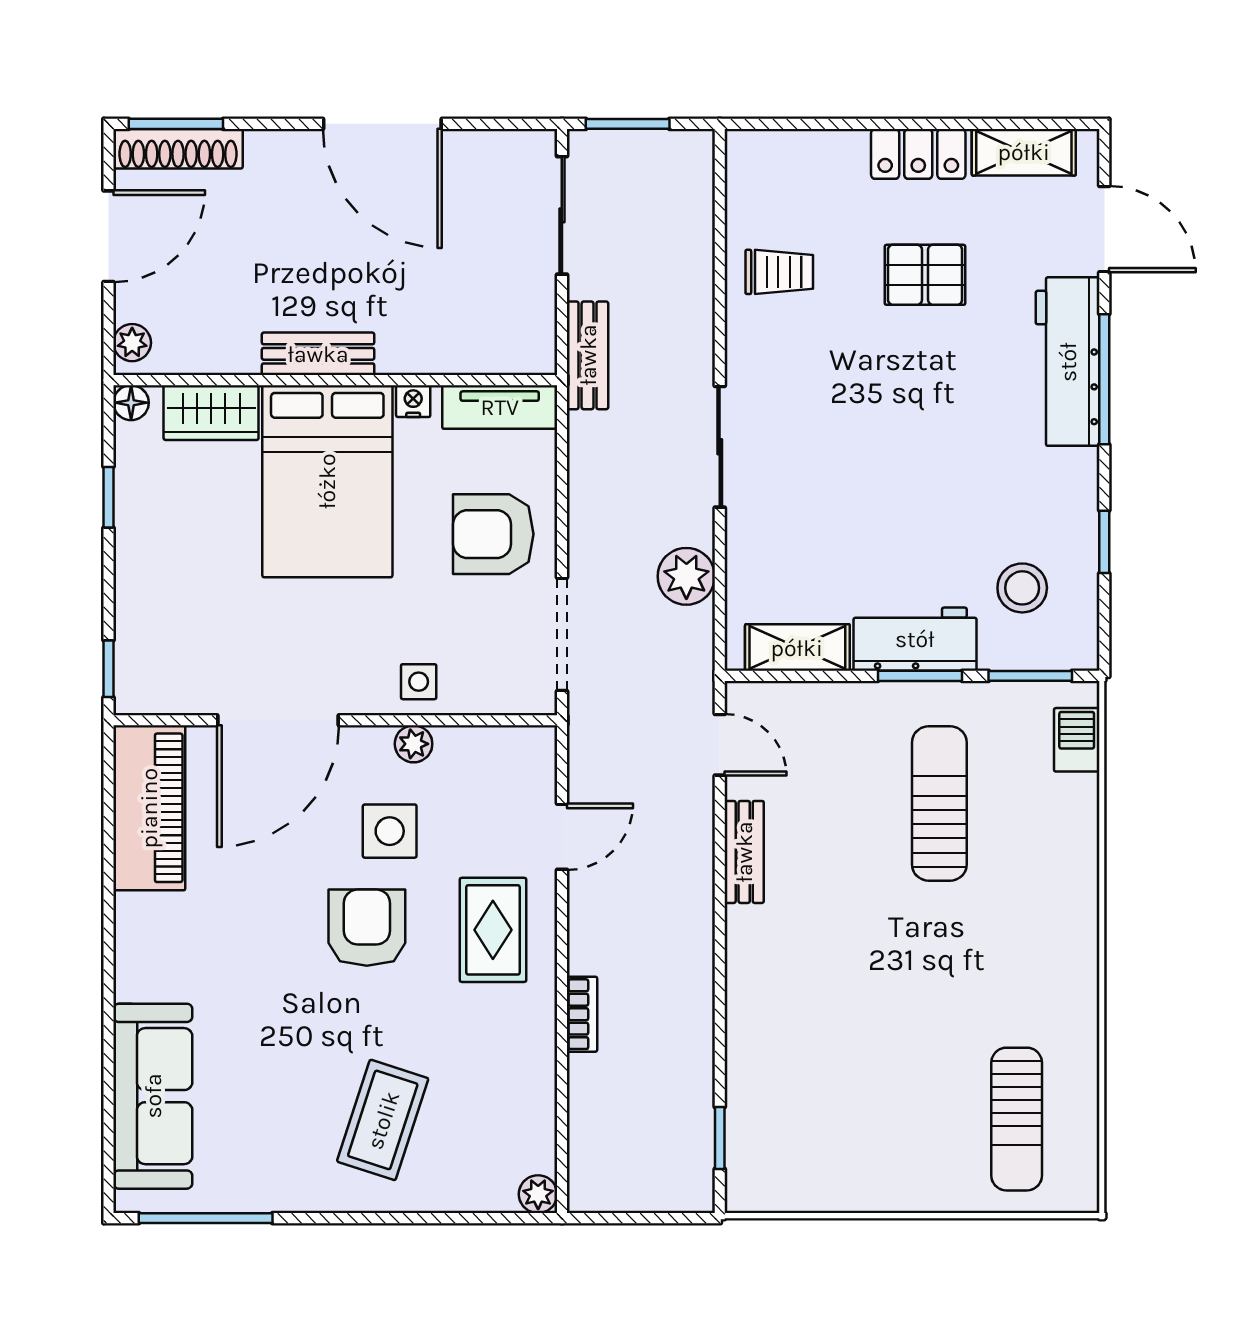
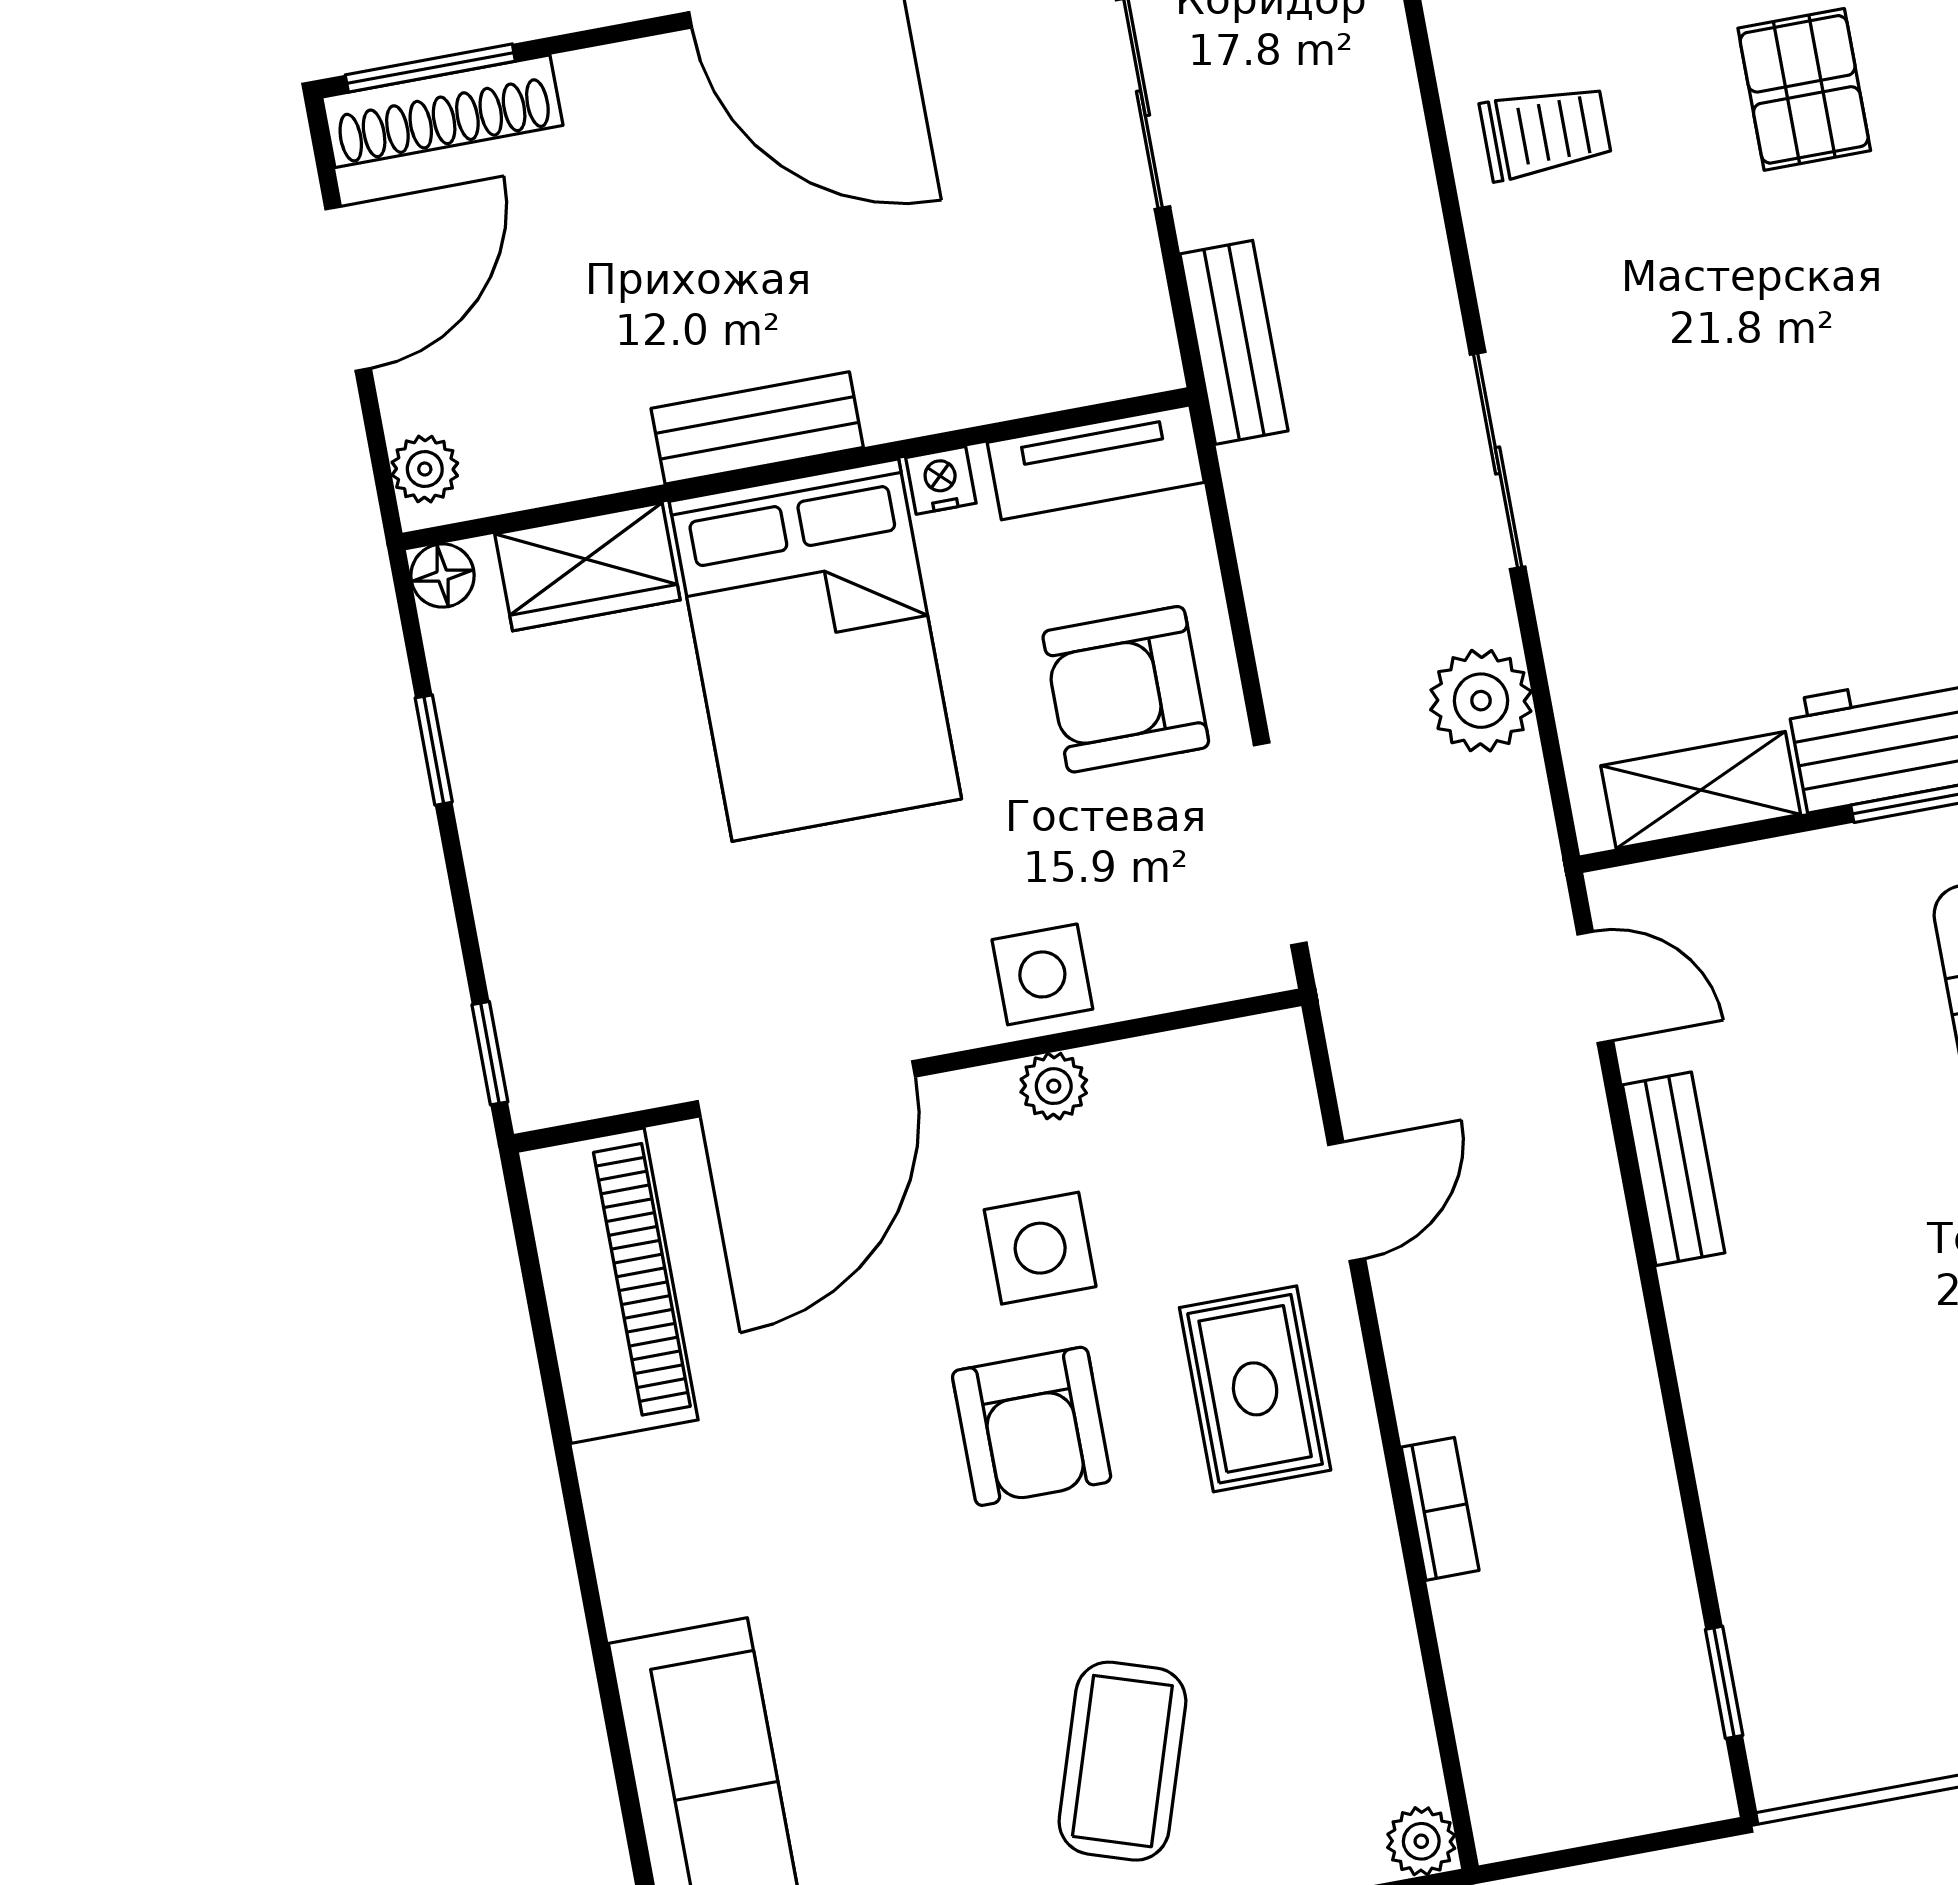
pallet: (925, 275) -> (1804, 89), turned 90
side table: (419, 682) -> (1042, 974), width x1.37, depth x1.37
armchair: (367, 928) -> (1032, 1426), turned 180

